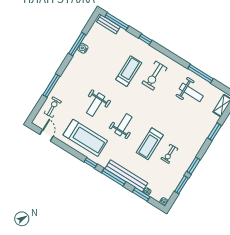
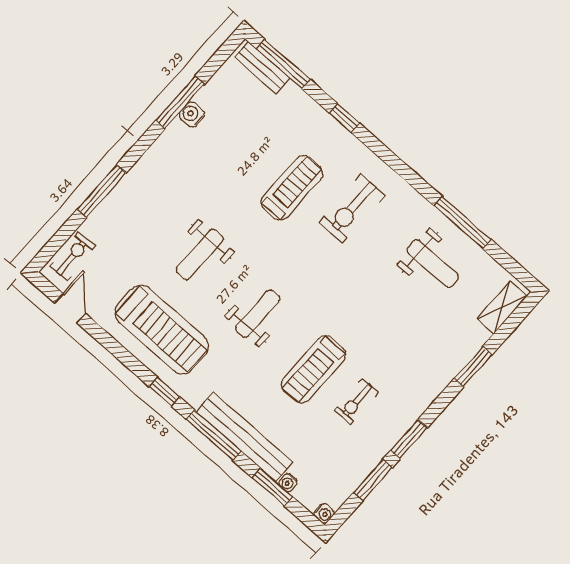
exercise bike: (53, 107) -> (72, 256), moved

